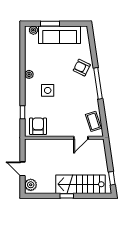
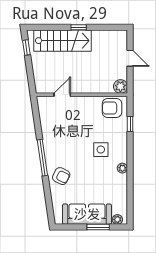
coffee table: (93, 121) -> (48, 114), removed
armchair: (38, 126) -> (112, 108), turned 90
plant: (31, 185) -> (120, 86), moved

